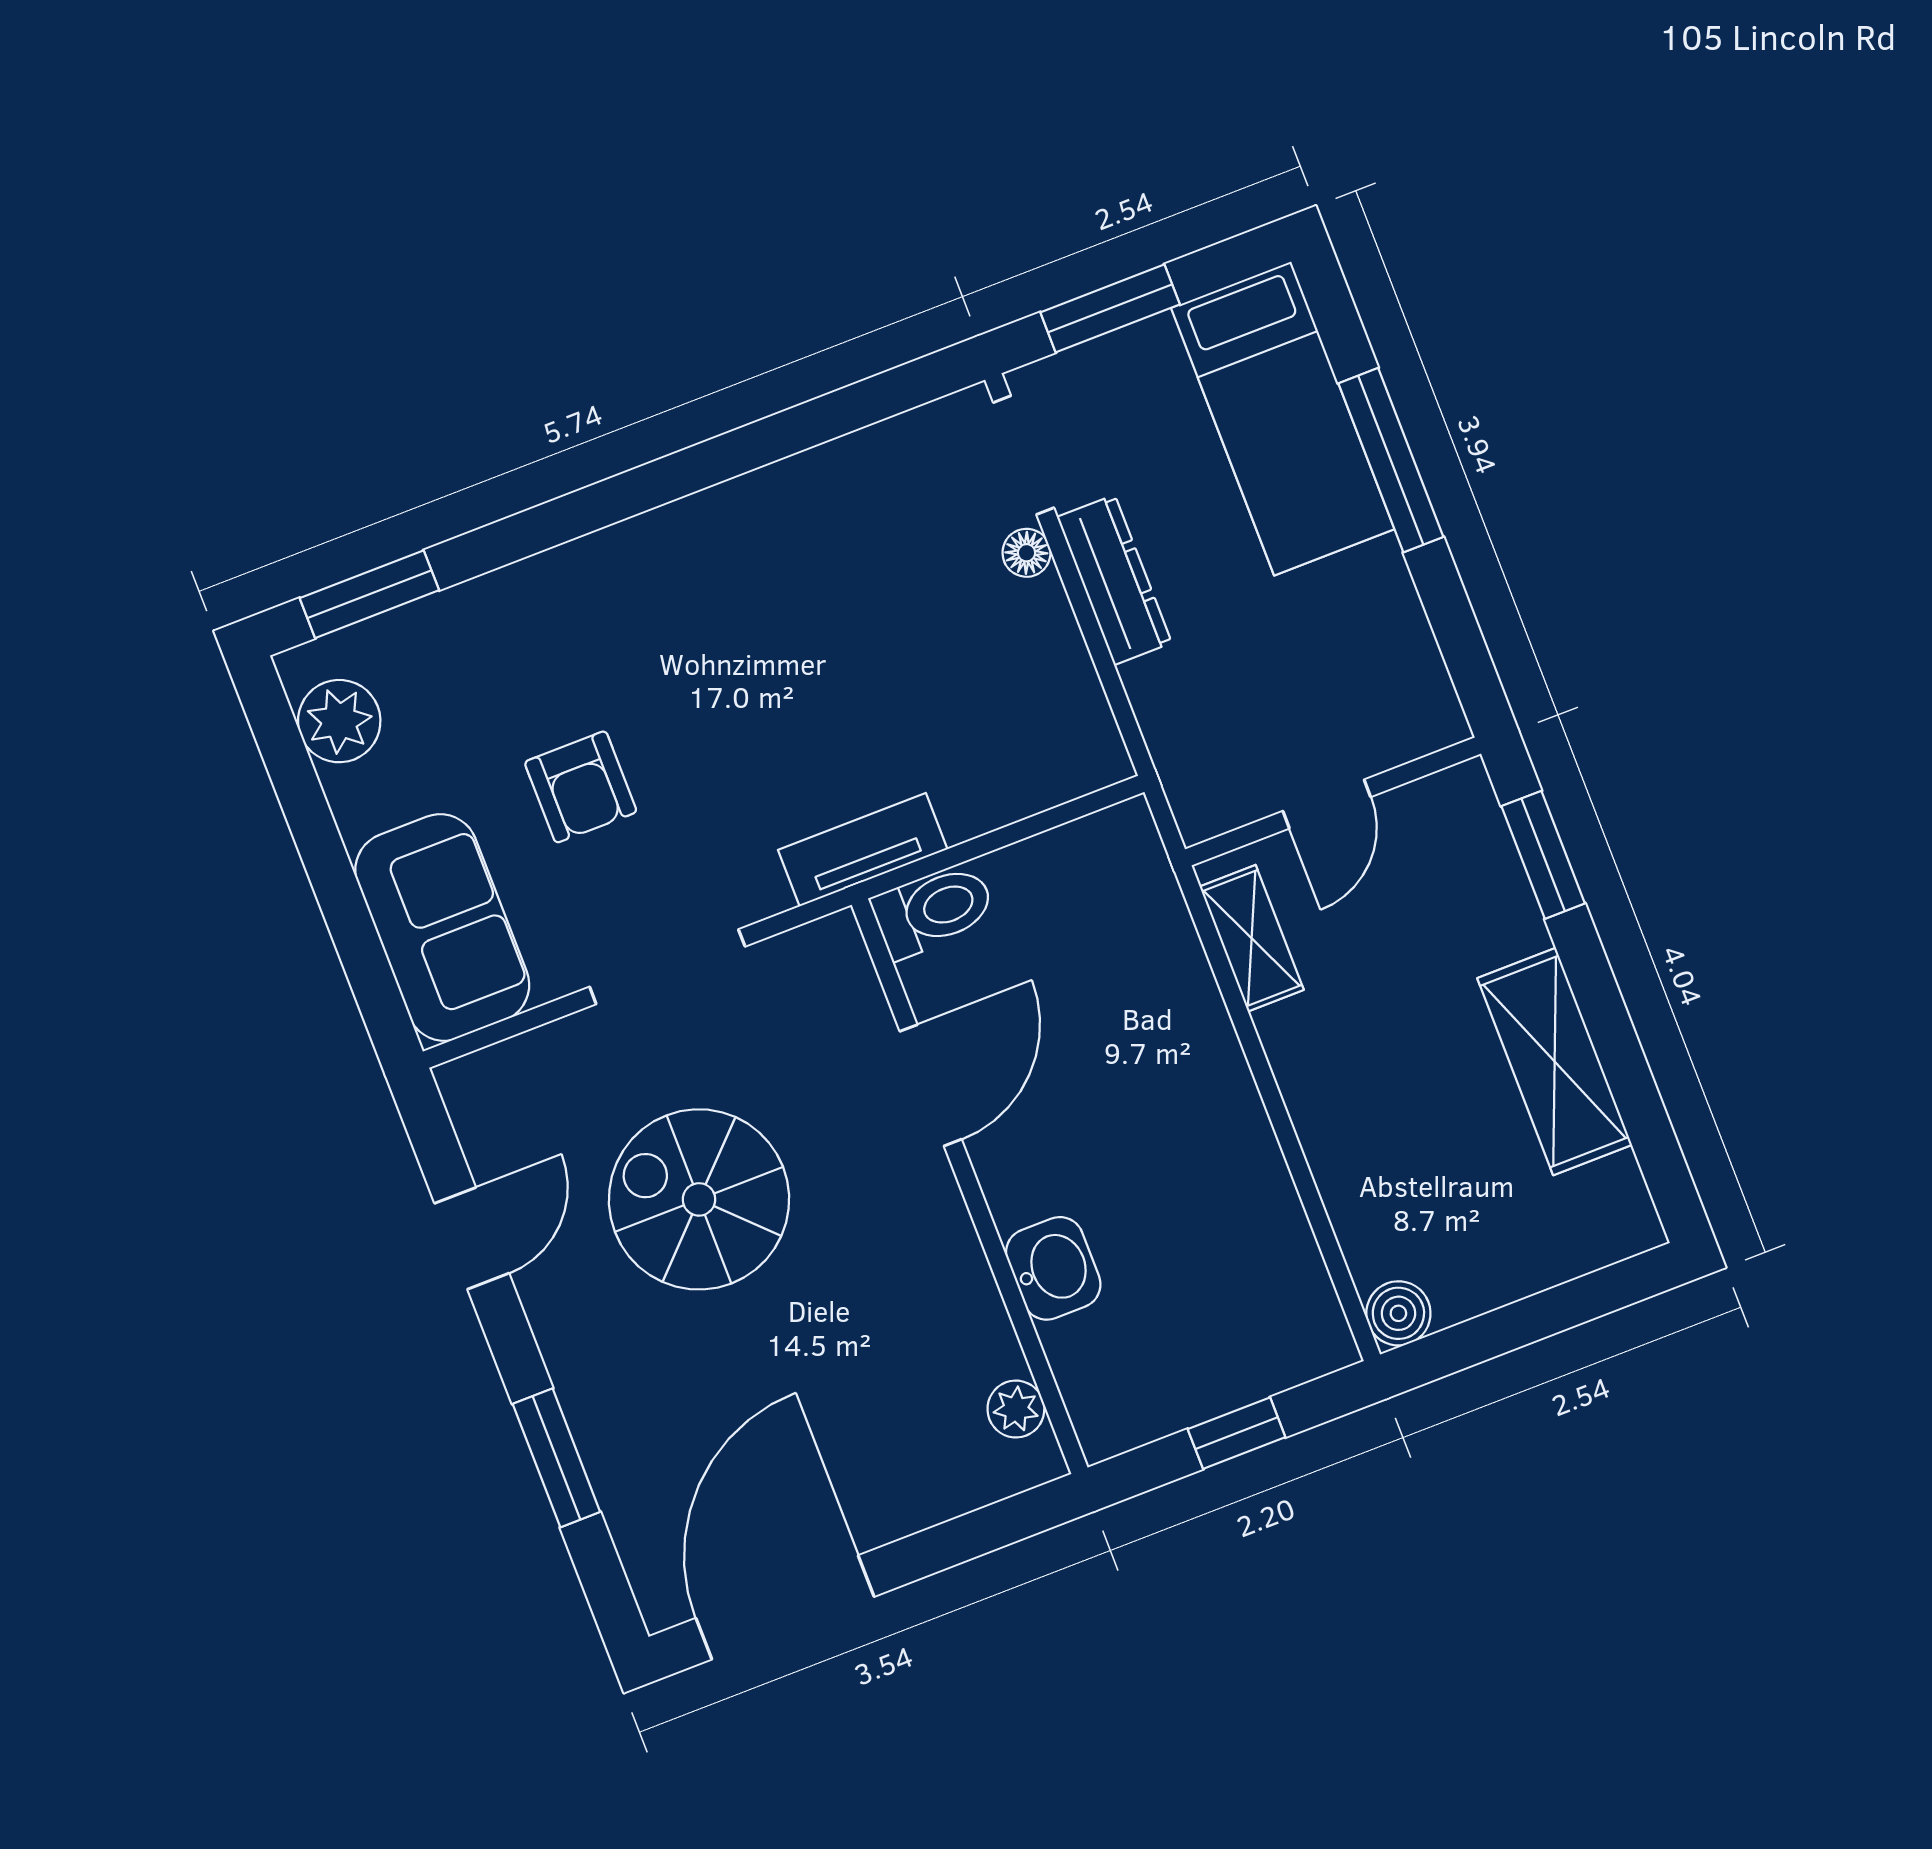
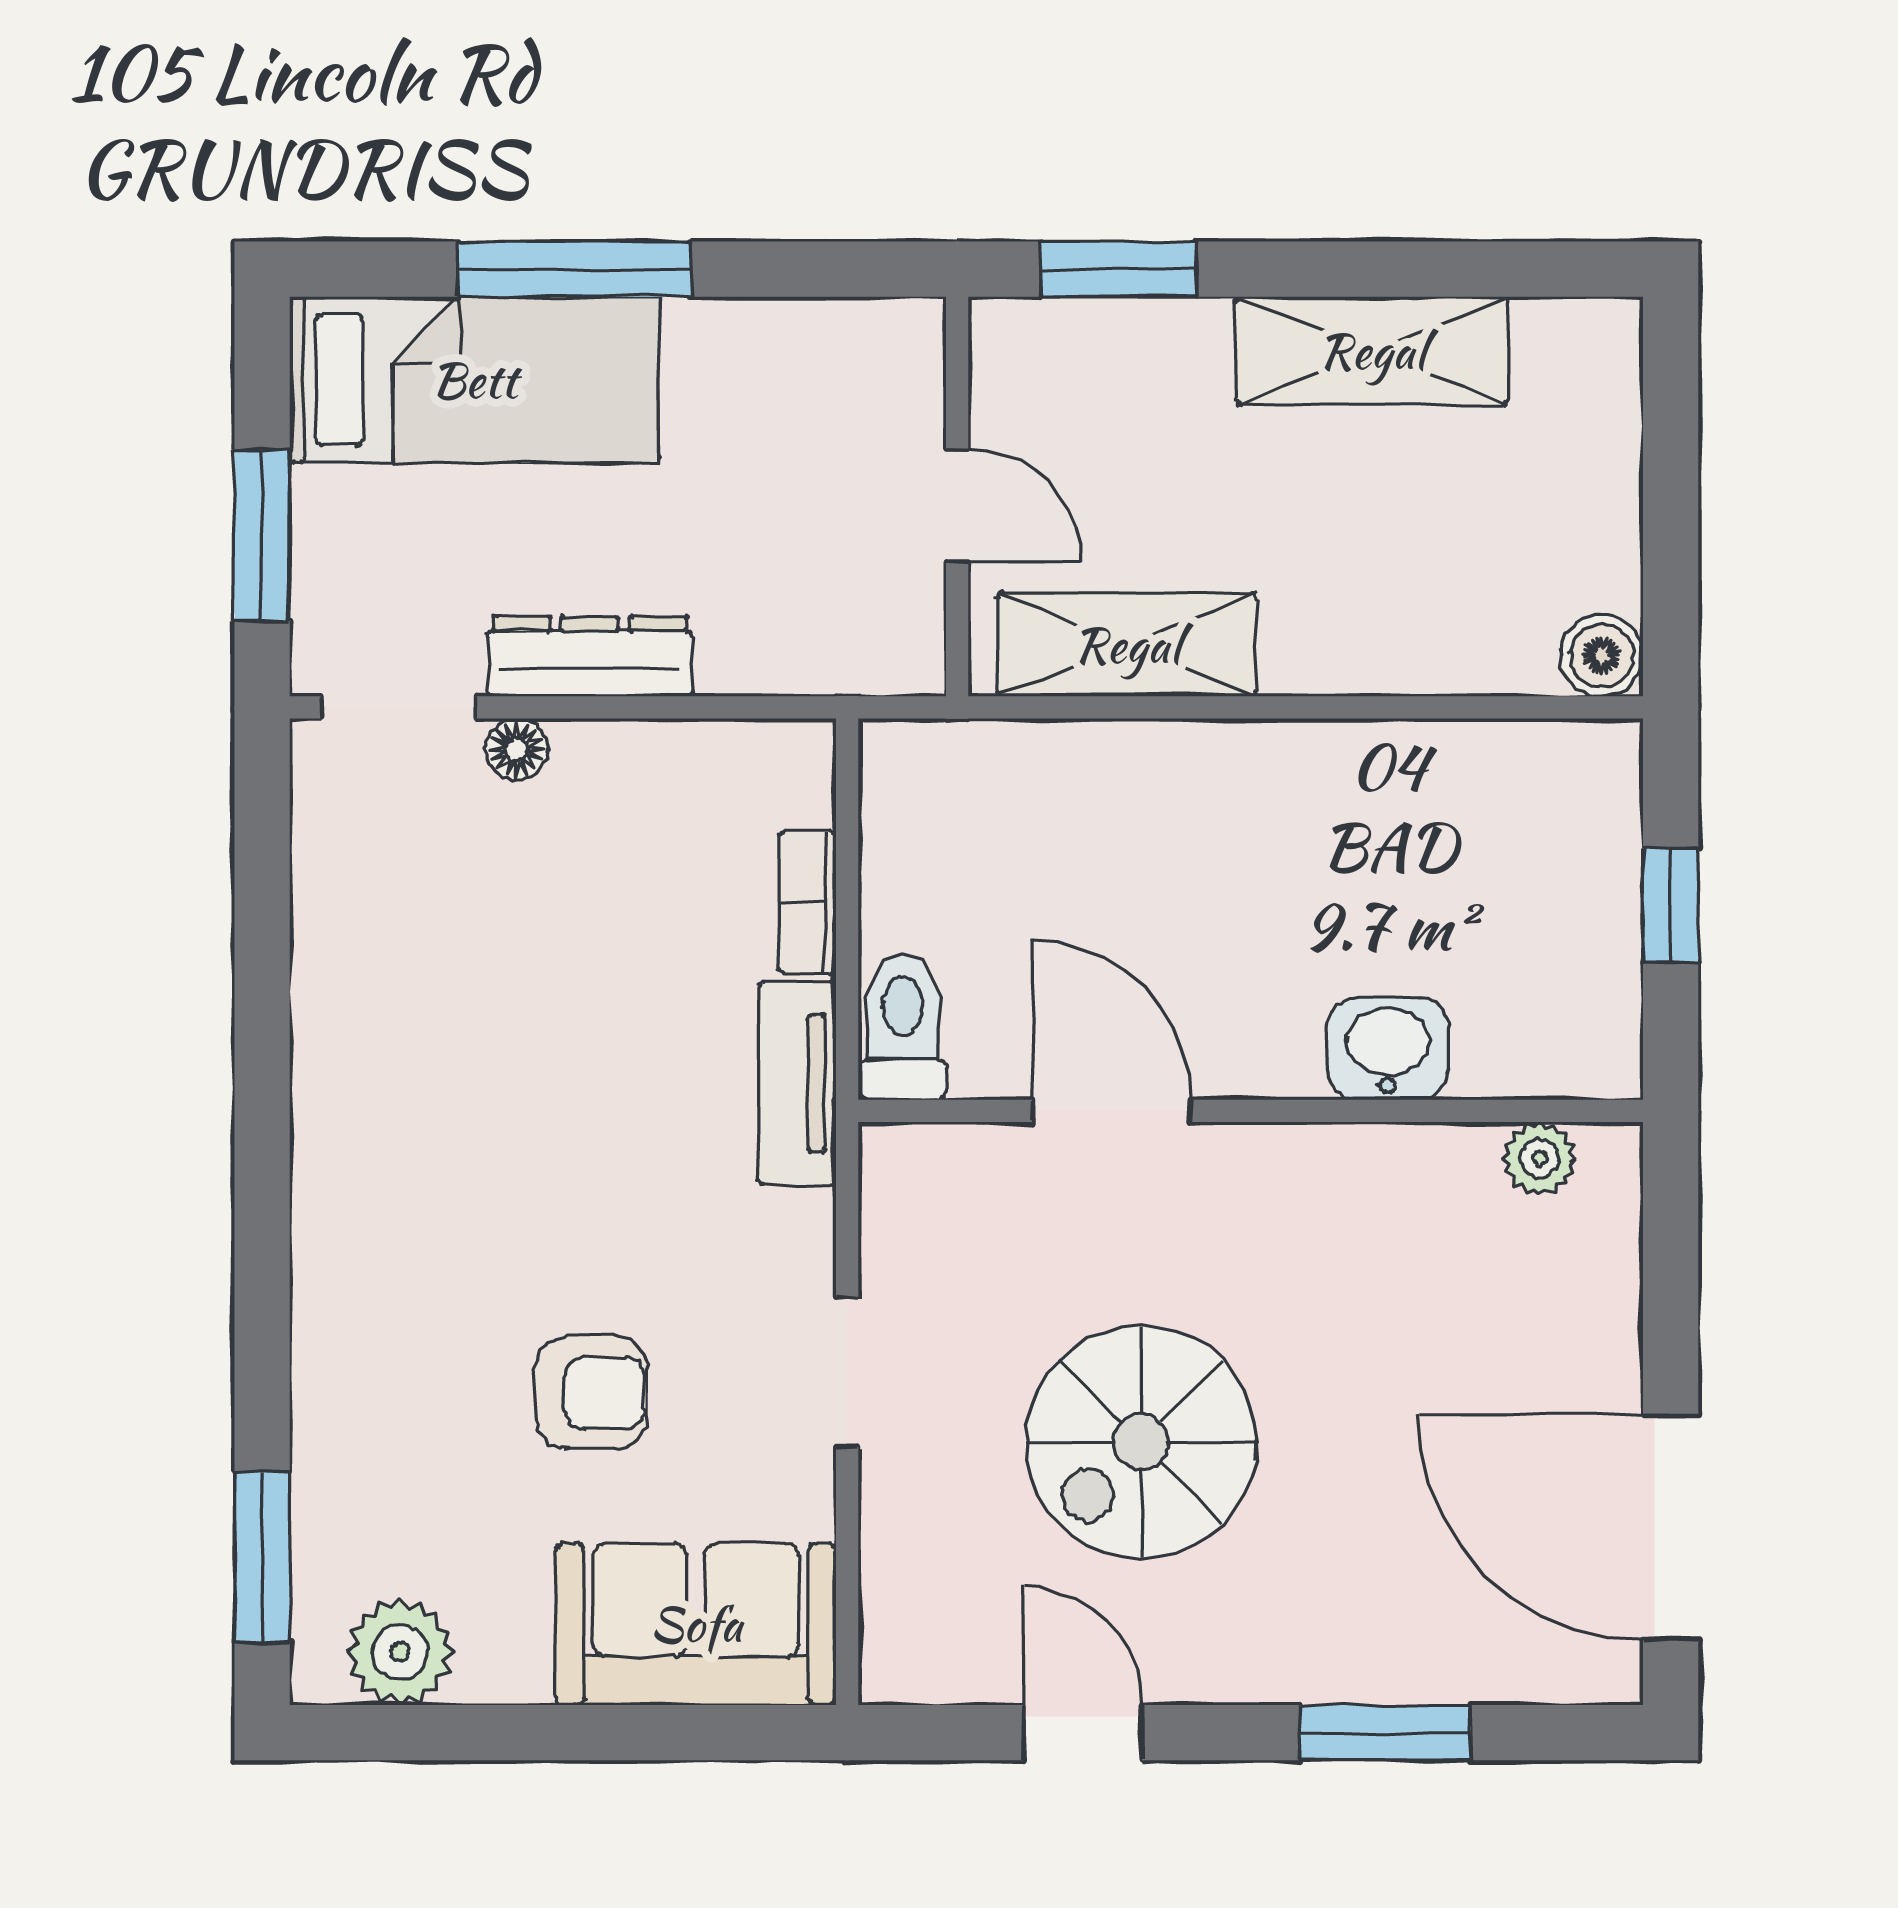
bookcase: (997, 807) -> (808, 903), added
shelving: (1252, 938) -> (1127, 645), width x1.50, depth x1.33
doorway: (667, 967) -> (847, 1372), width x0.73

